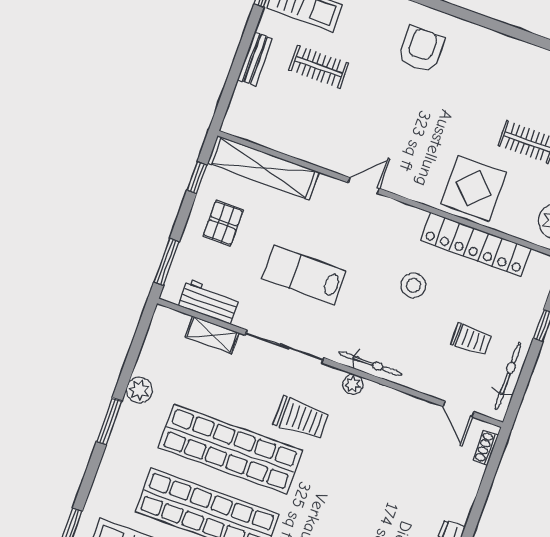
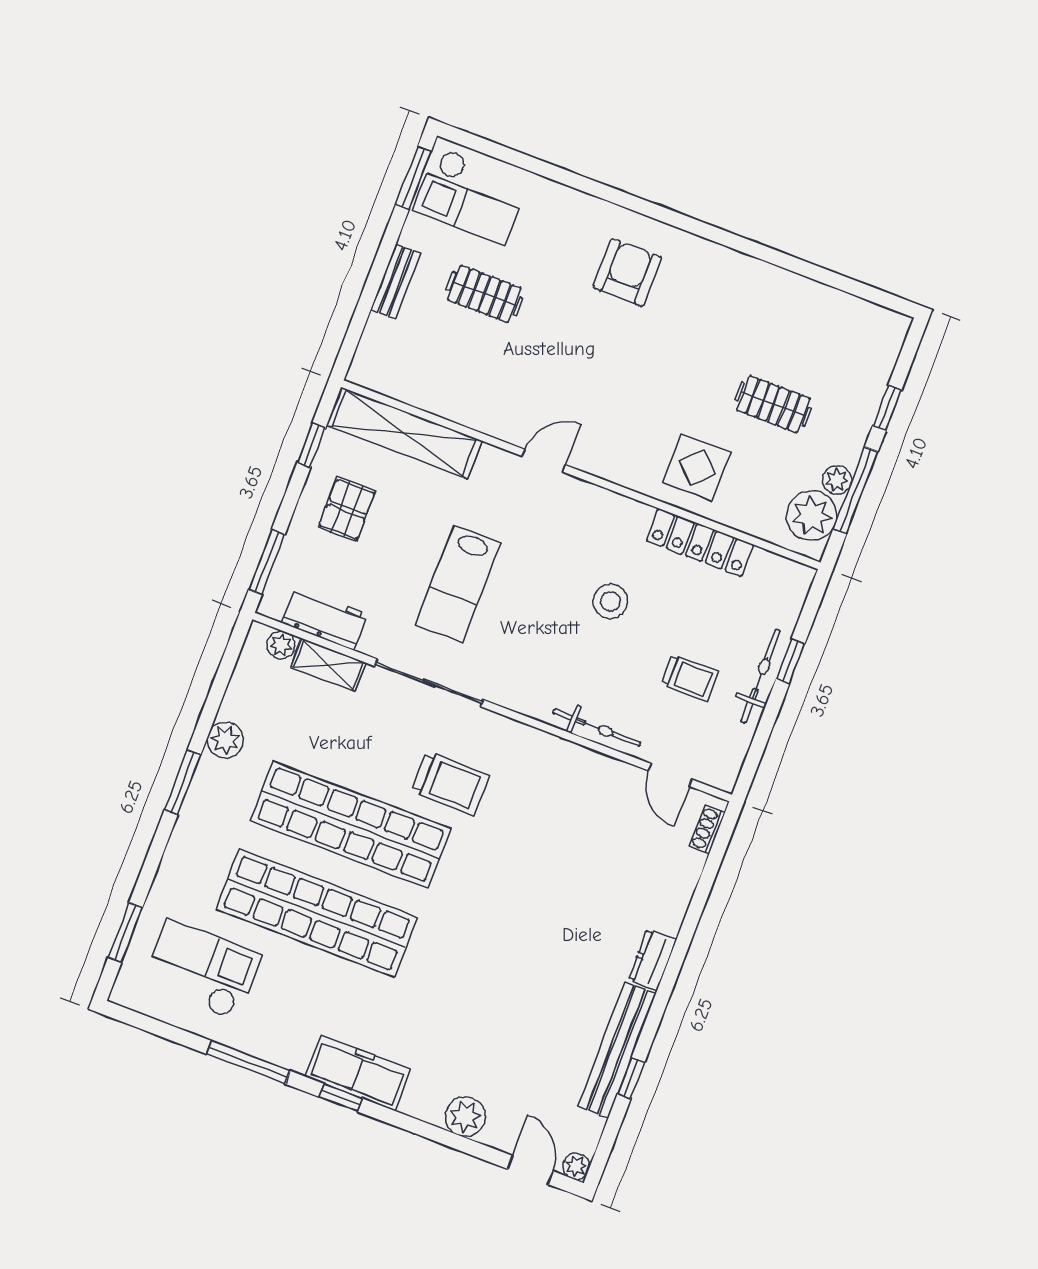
display table: (474, 188) -> (697, 467), width x0.73, depth x0.73
locker: (476, 244) -> (700, 542), width x0.71, depth x0.83
lab bench: (304, 275) -> (458, 584), turned -90
bicycle: (370, 364) -> (597, 728), moved
bicycle: (508, 376) -> (761, 676), moved
plant: (353, 384) -> (281, 645), moved

